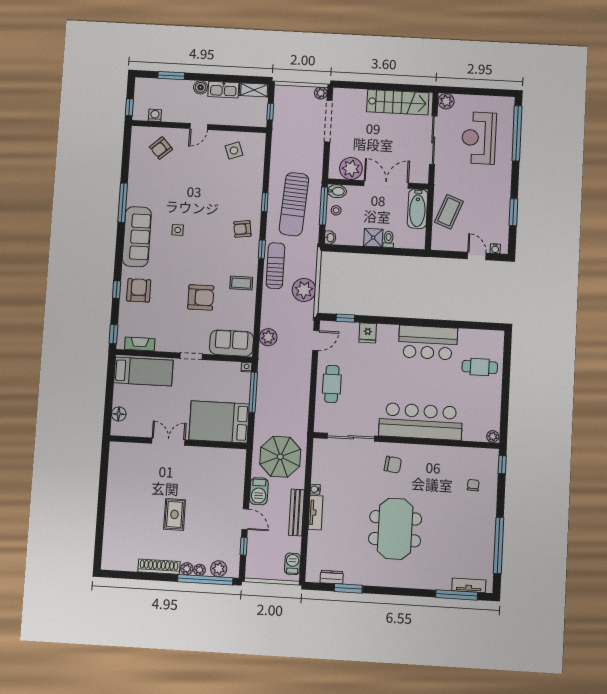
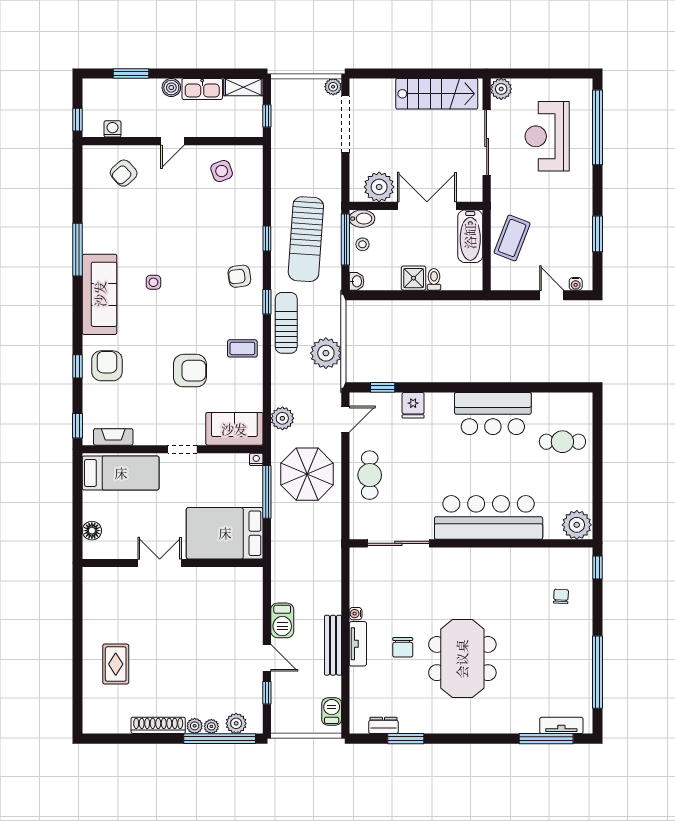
plant: (493, 436) -> (577, 525), width x1.88, depth x1.88
parasol: (280, 457) -> (307, 474), moved
chair: (393, 465) -> (403, 647), moved, turned 83
rug: (175, 514) -> (116, 664), moved

